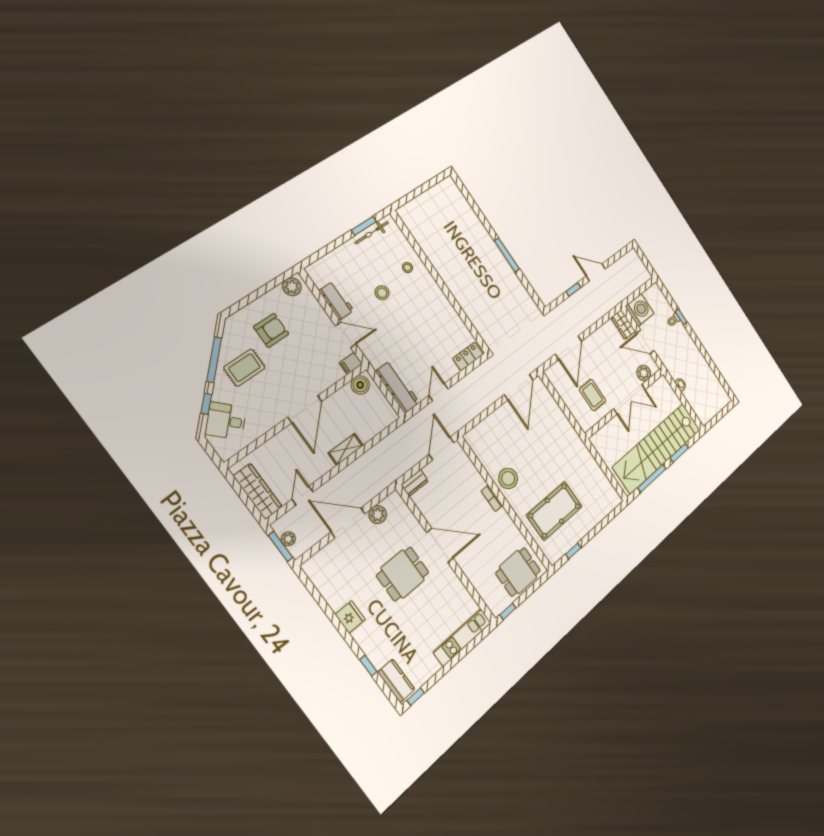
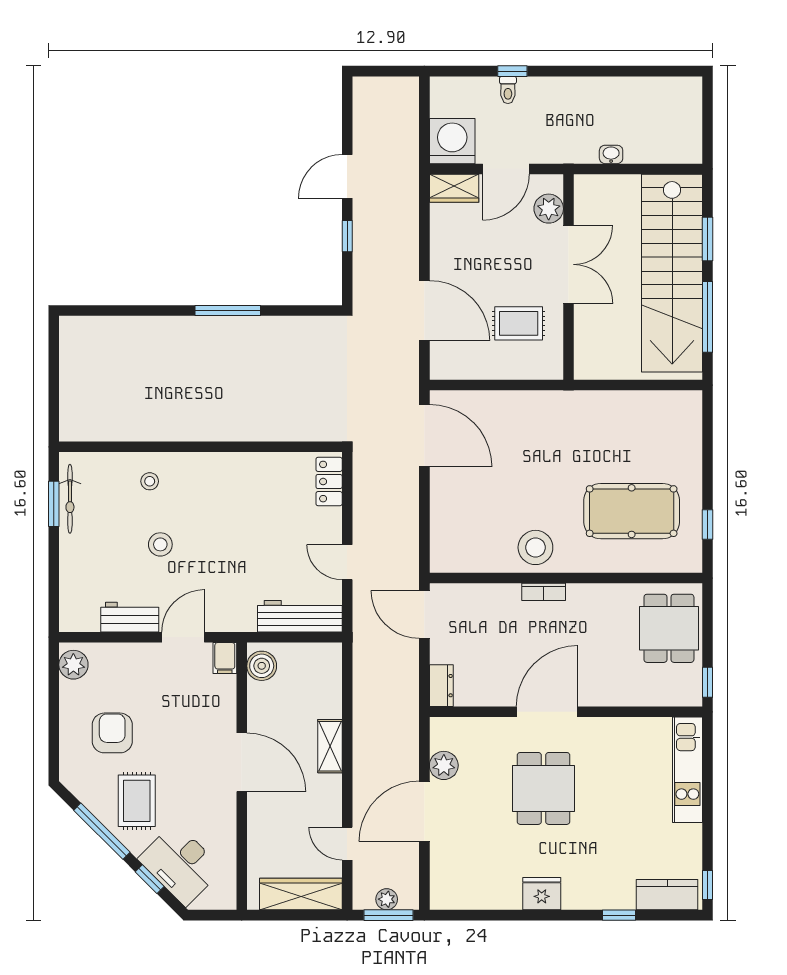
desk: (226, 421) -> (180, 864), width x1.37
pool table: (554, 511) -> (632, 511), turned 90

